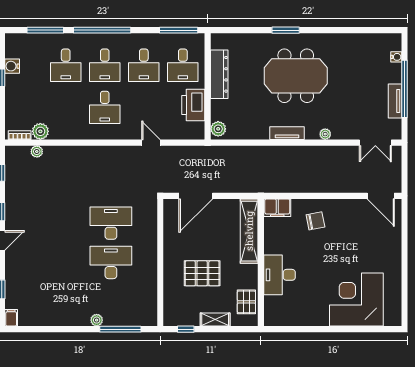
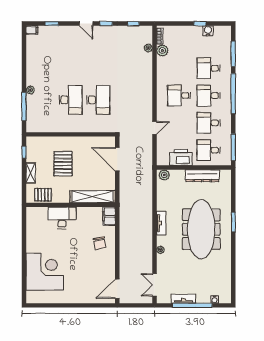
meeting table: (296, 76) -> (201, 229), width x1.36

